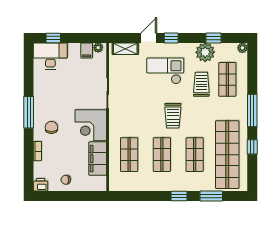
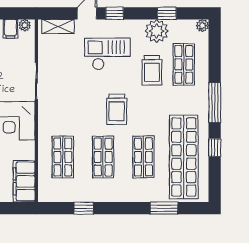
trolley: (201, 84) -> (152, 70), turned 180
filing cabinet: (98, 159) -> (24, 181), moved
window: (179, 196) -> (84, 208), moved

